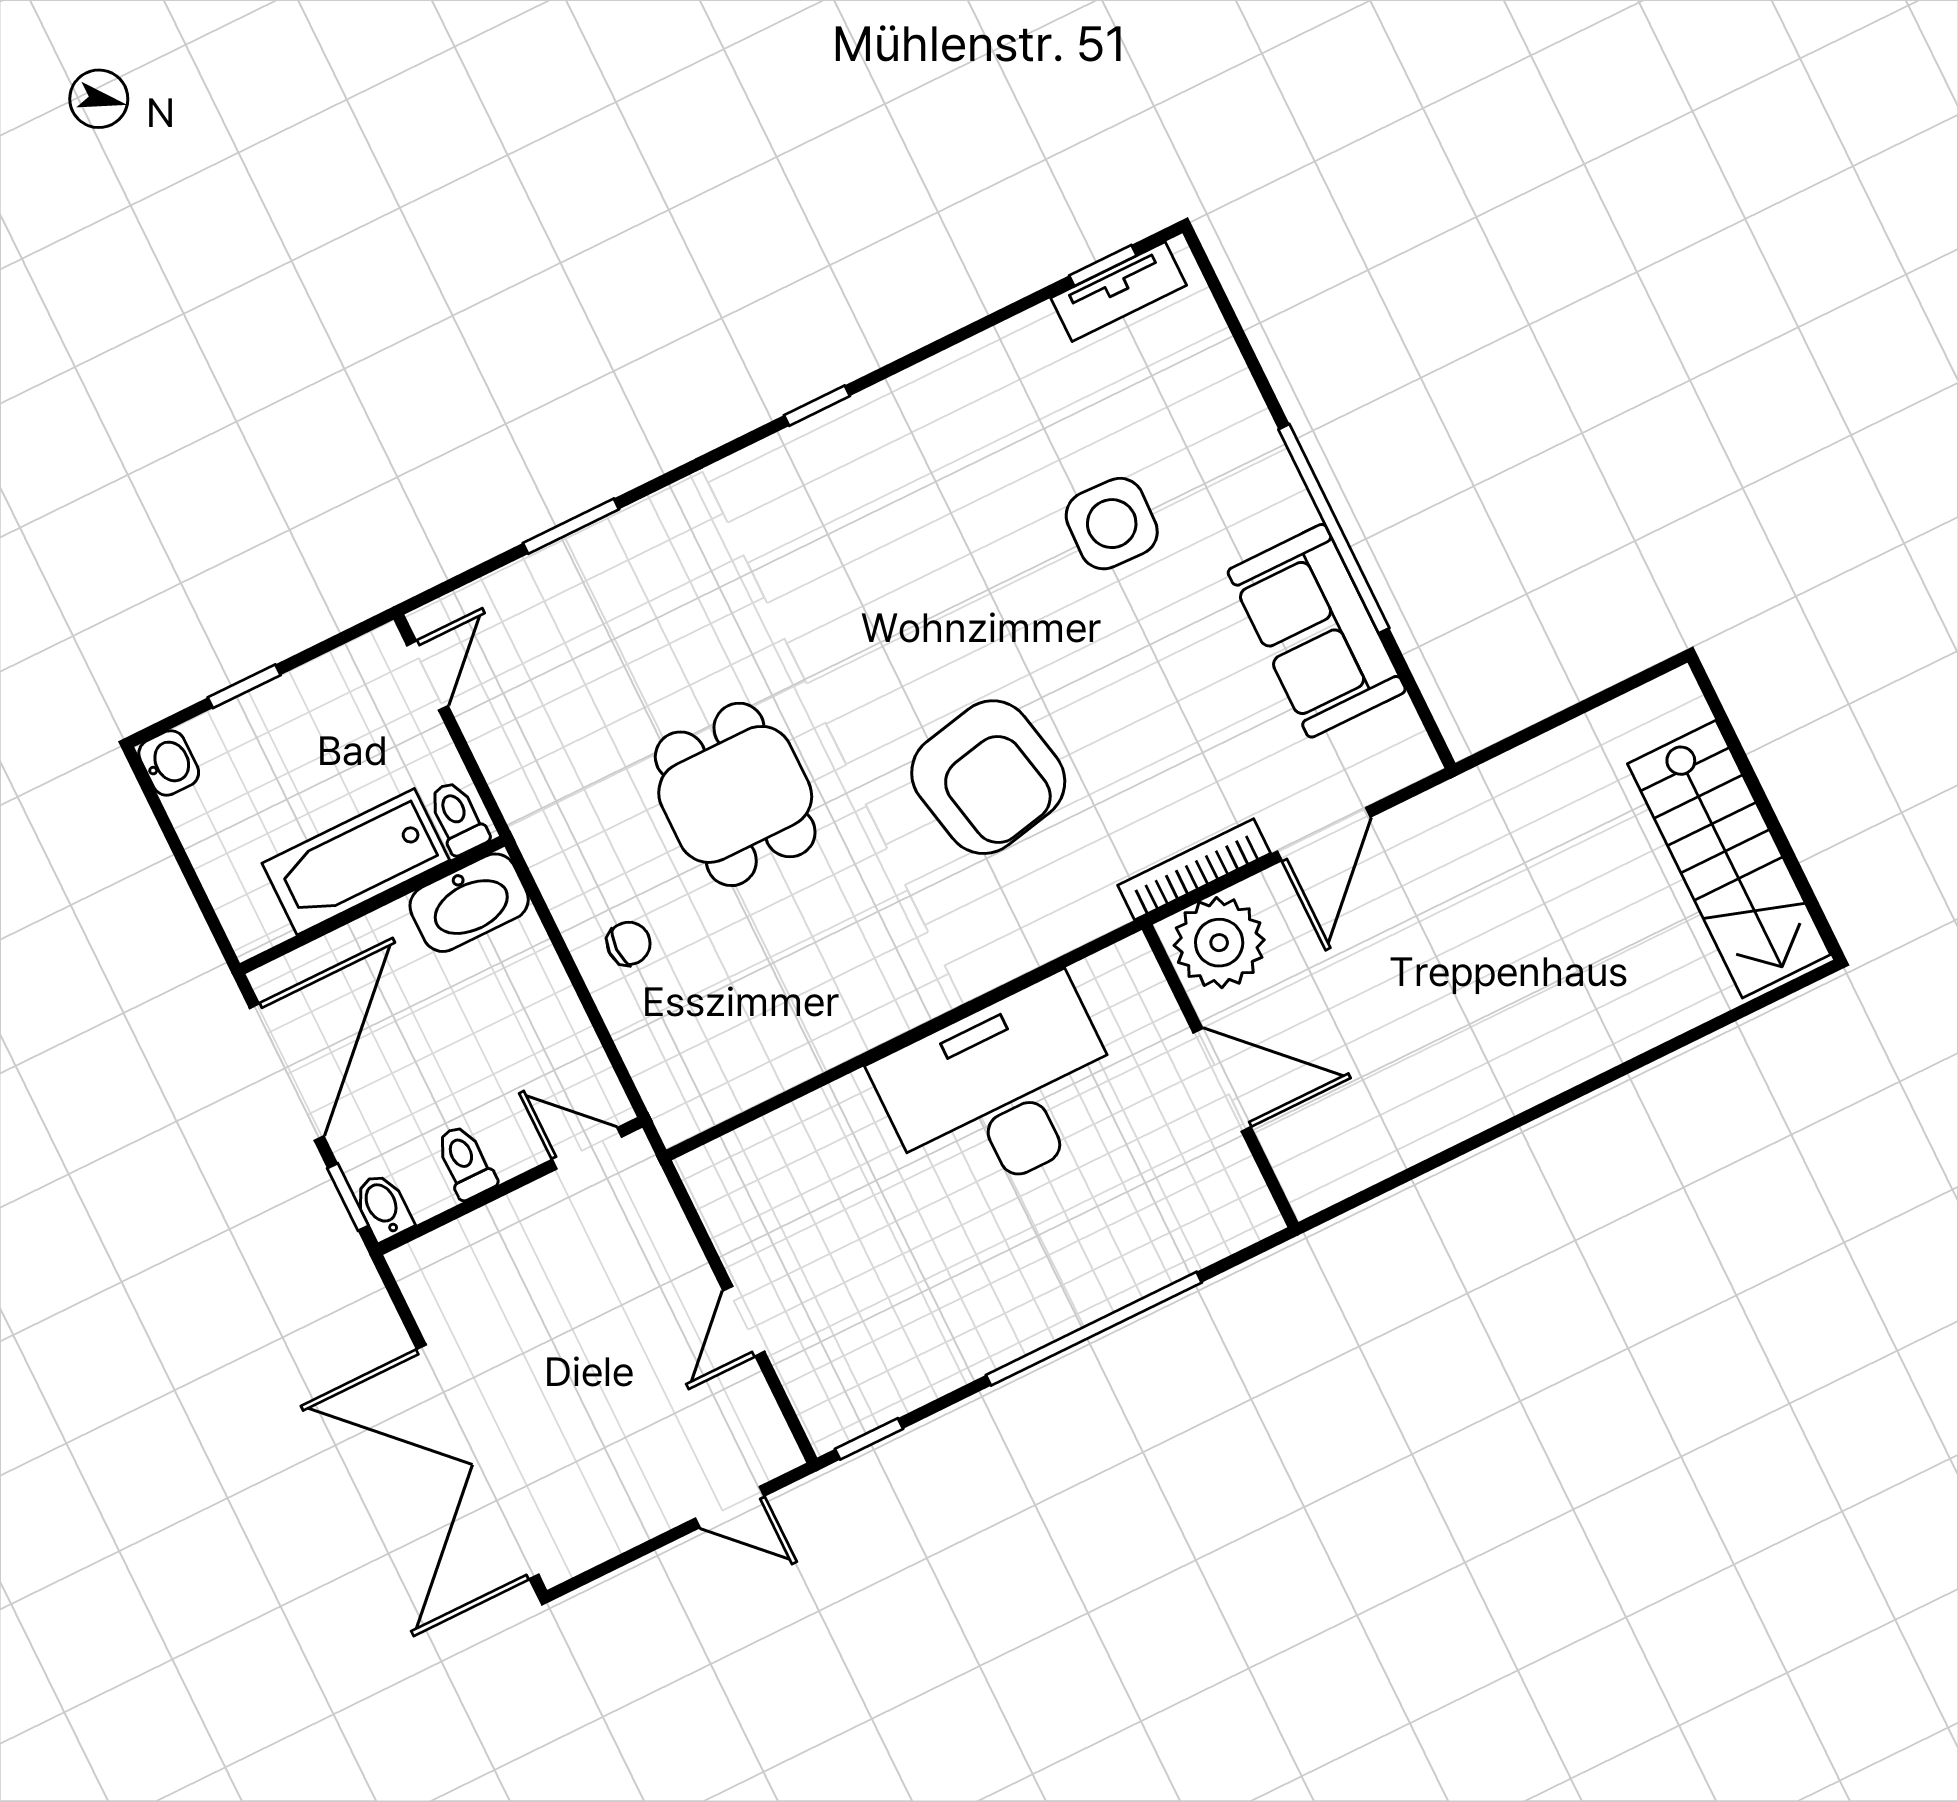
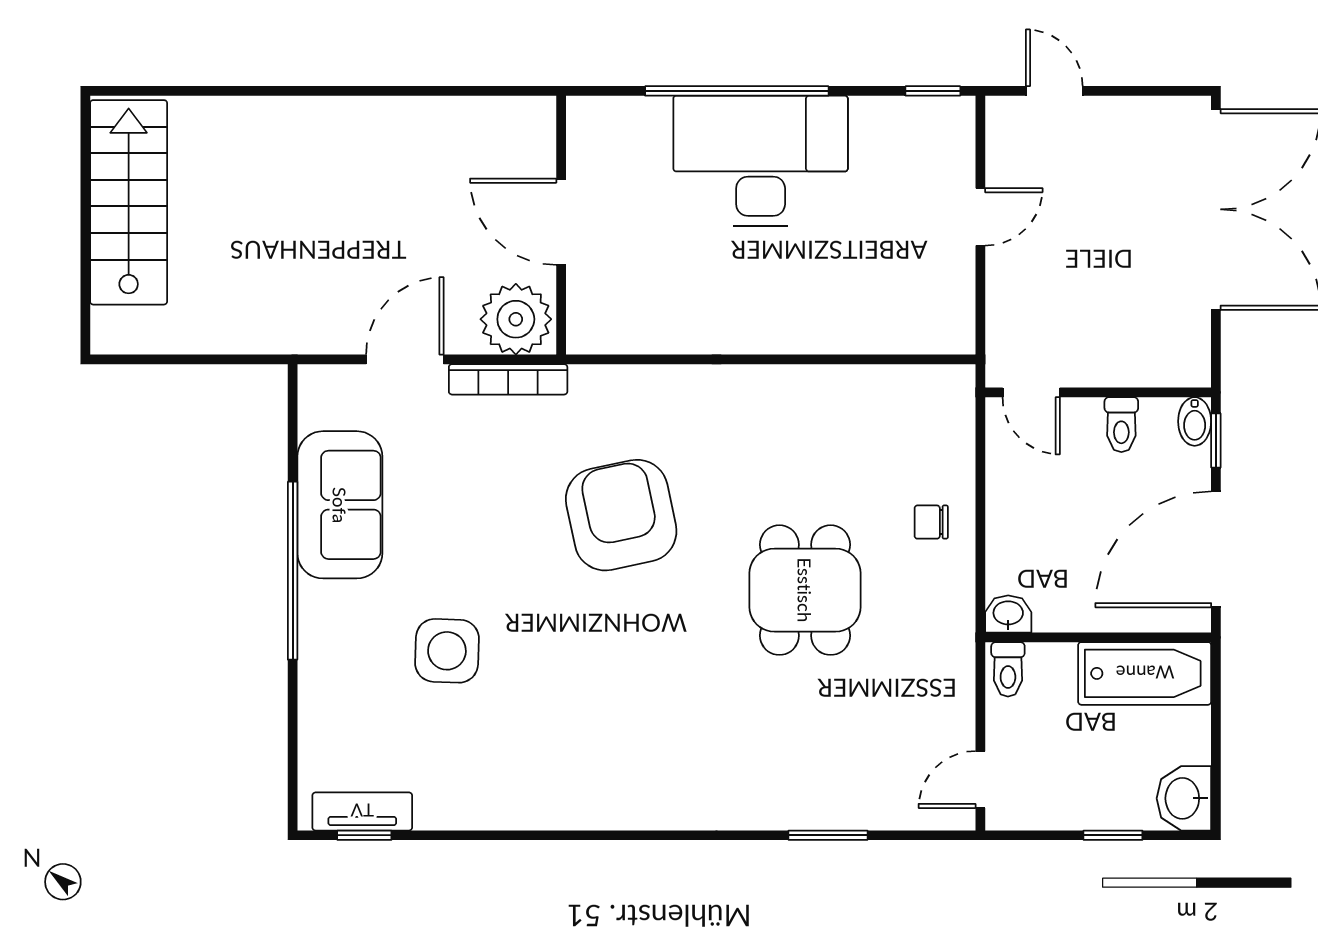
window: (817, 406) -> (614, 835), removed
washbasin: (169, 763) -> (1184, 798), width x1.38, depth x1.45
bathtub: (356, 862) -> (1145, 673), moved
washbasin: (469, 903) -> (1008, 614), width x0.52, depth x0.69
desk: (1001, 1092) -> (761, 161), moved, turned 180

